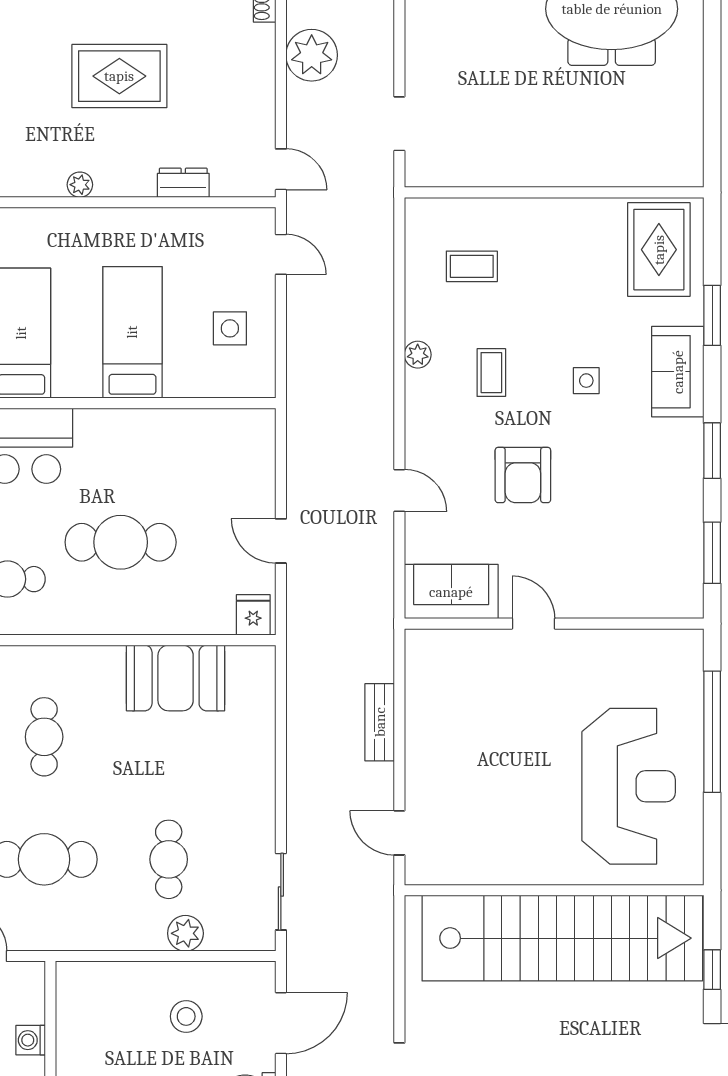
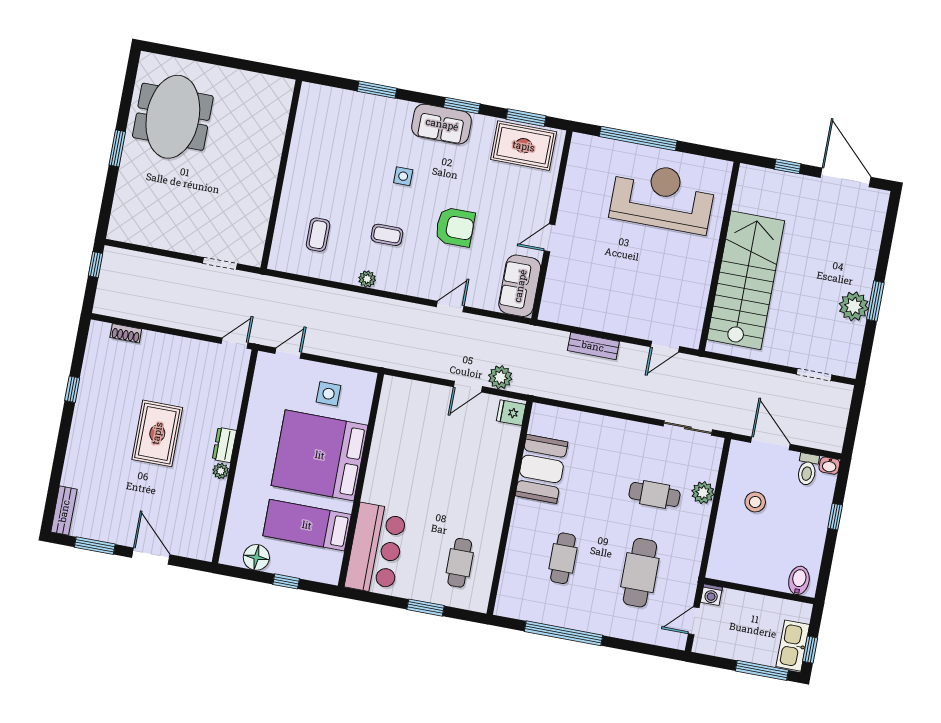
plant: (312, 55) -> (500, 377), moved, width x0.73, depth x0.73
dresser: (183, 183) -> (224, 445), moved
rug: (659, 250) -> (524, 146), moved
bed: (132, 332) -> (320, 455), width x2.04
sofa: (678, 372) -> (442, 124), moved
cafe table: (121, 542) -> (450, 487), removed
cafe table: (44, 737) -> (563, 558), turned 90
stairs: (562, 938) -> (746, 280), width x0.73
washing machine: (31, 1040) -> (711, 595), moved

